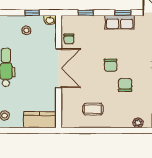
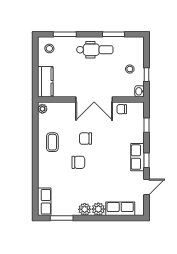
chair: (111, 65) -> (86, 139), moved
coffee table: (93, 109) -> (52, 142), moved
plant: (138, 123) -> (42, 109), moved

